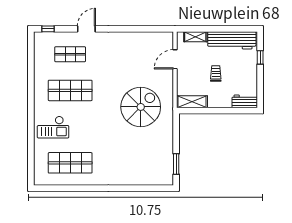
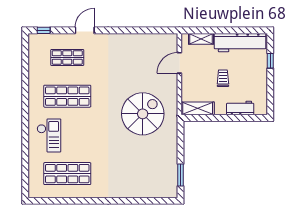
workbench: (245, 101) -> (240, 108), moved
checkout: (53, 127) -> (49, 135), turned -90

